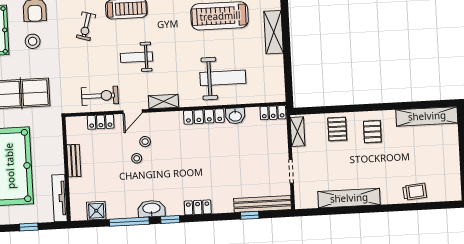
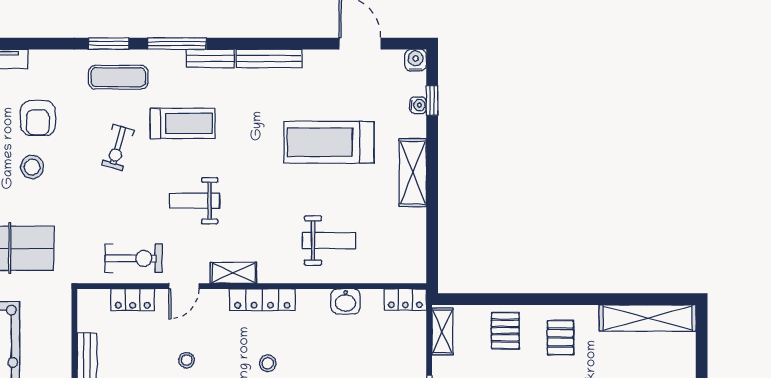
weight bench: (223, 78) -> (329, 240), width x0.73, depth x0.75
locker: (204, 116) -> (262, 300), moved
stool: (145, 142) -> (268, 363), moved

